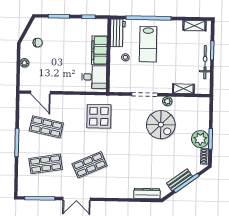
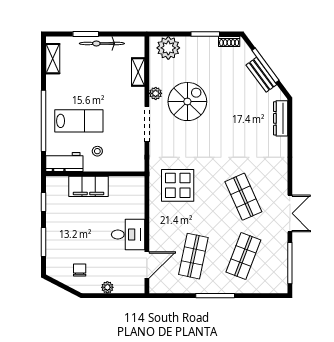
desk: (94, 77) -> (128, 235), moved, turned 90
plant: (200, 139) -> (168, 48), moved
shop shelf: (46, 164) -> (243, 256), turned 30

